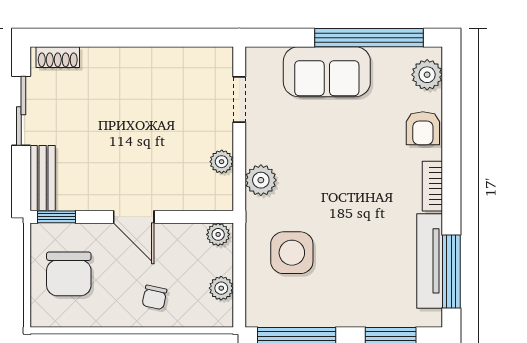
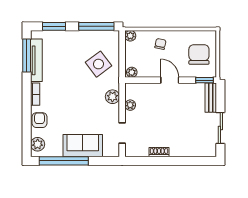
shoe rack: (58, 57) -> (159, 152), moved
side table: (292, 253) -> (99, 64), turned -37
plant: (221, 288) -> (130, 36), moved

